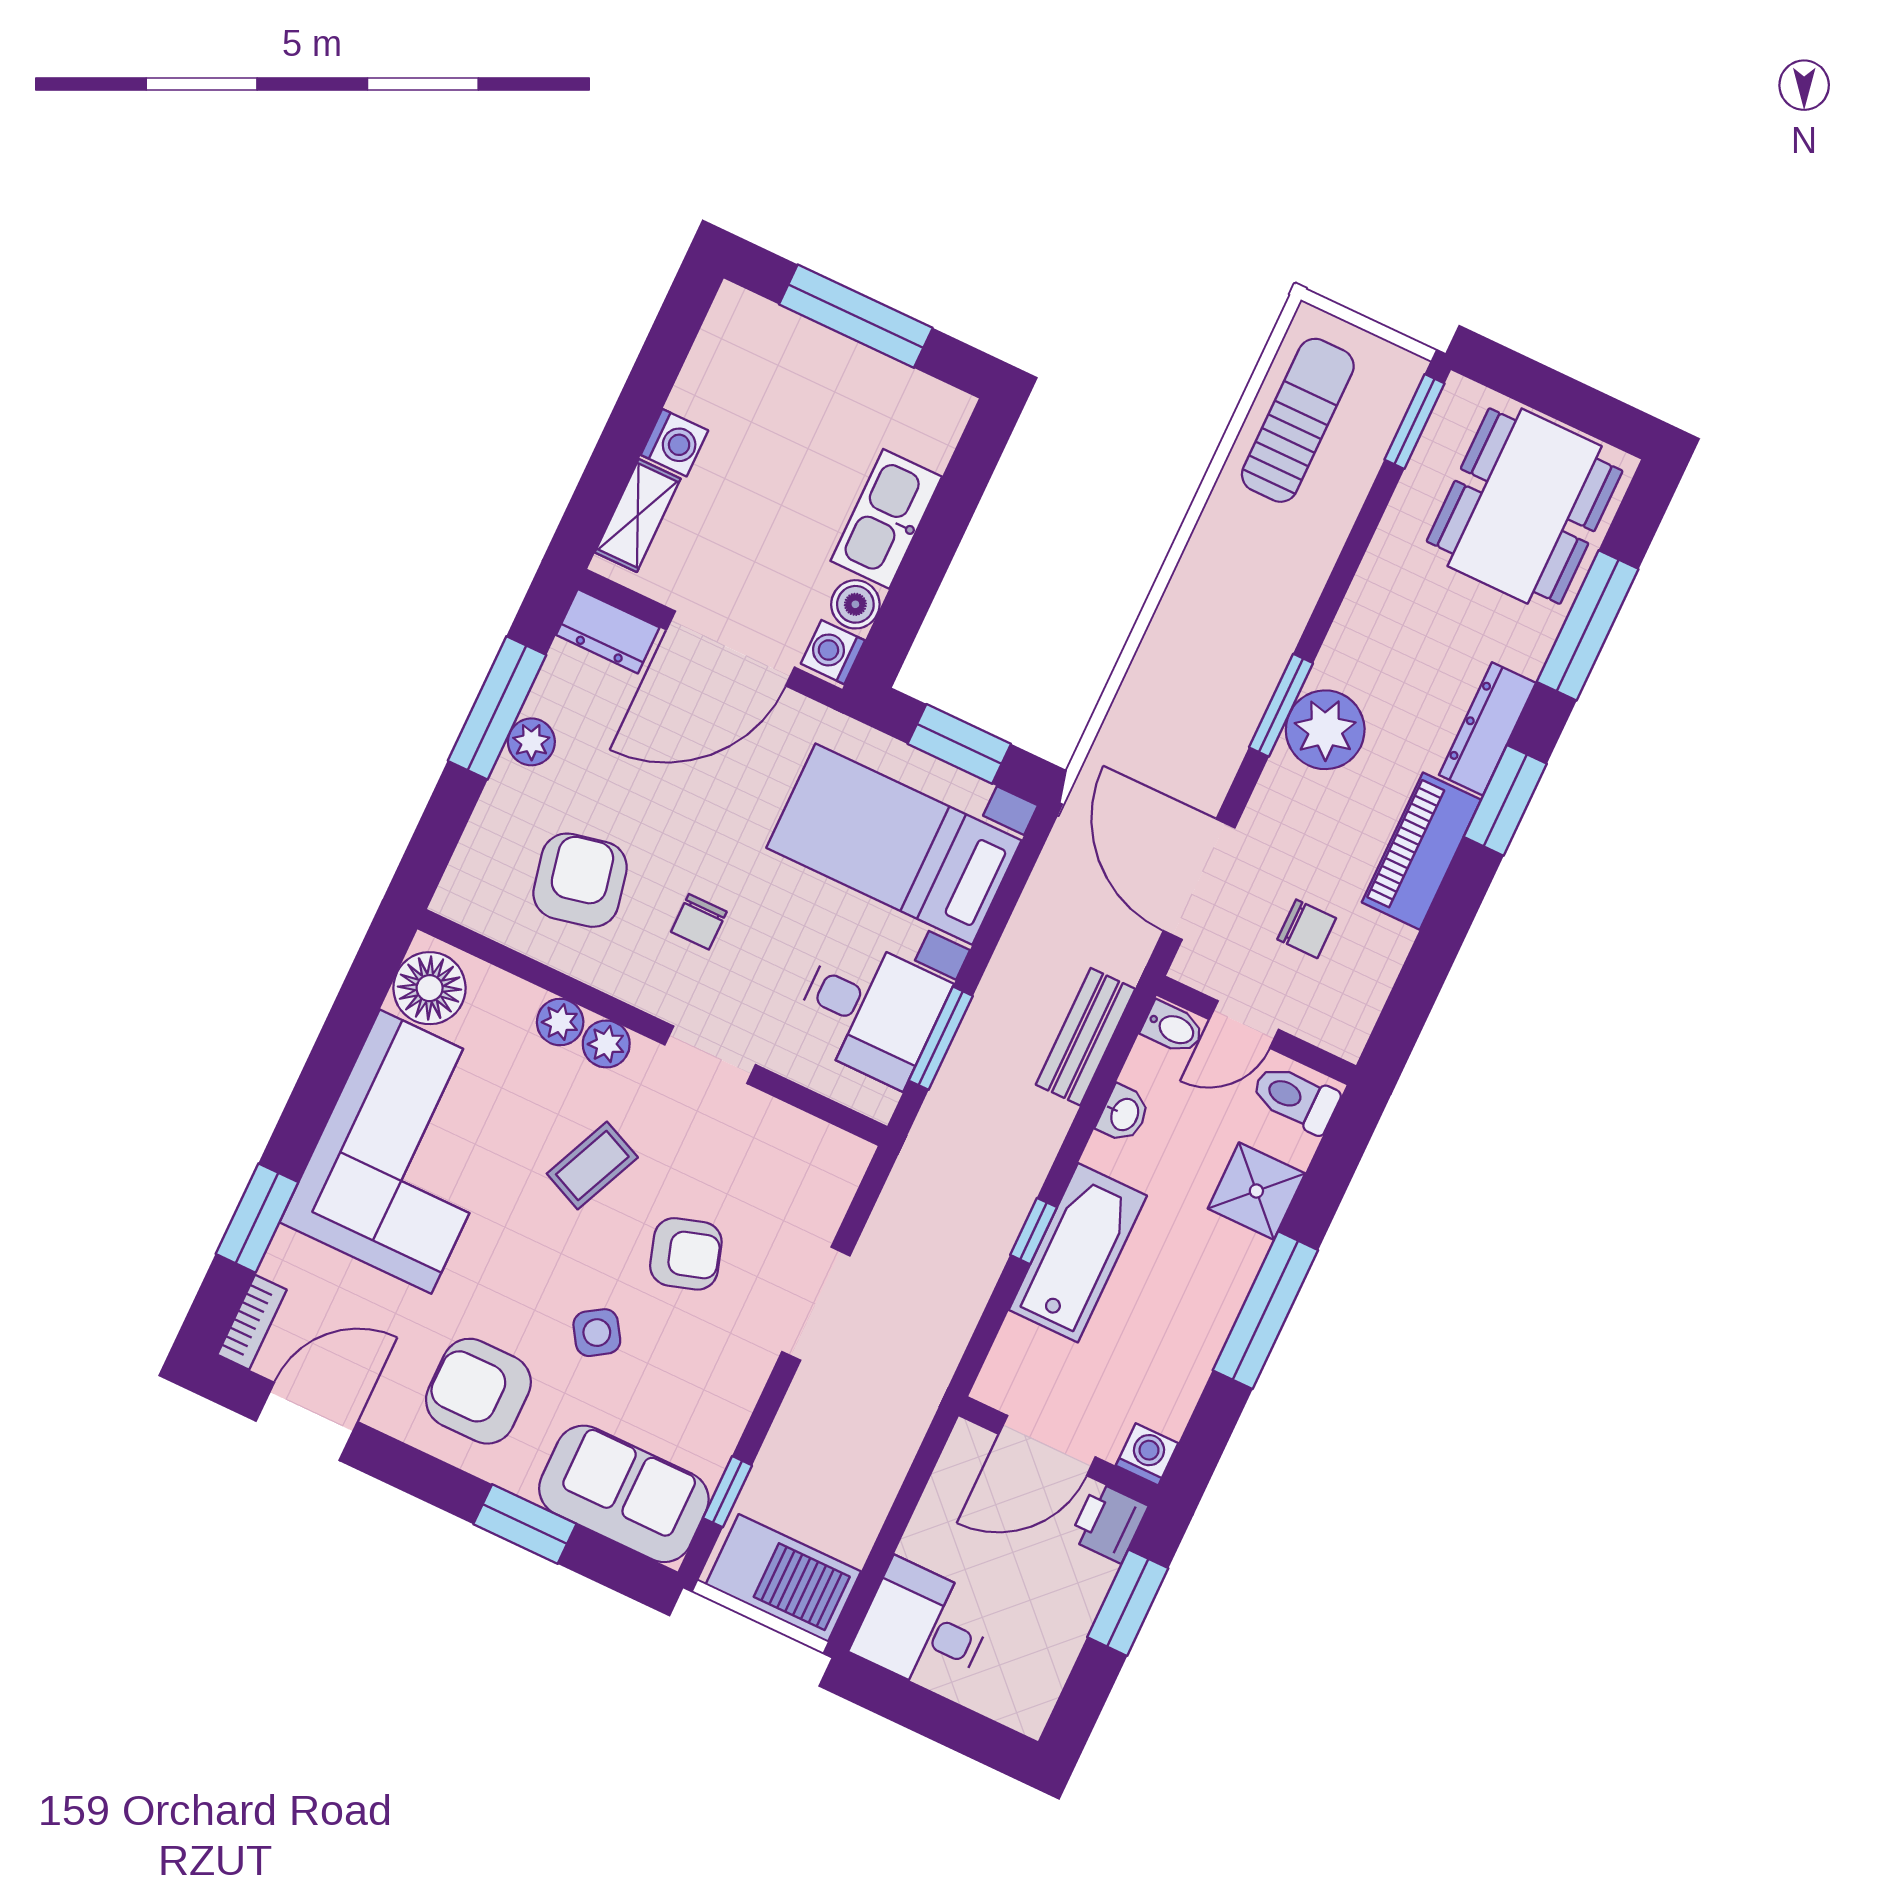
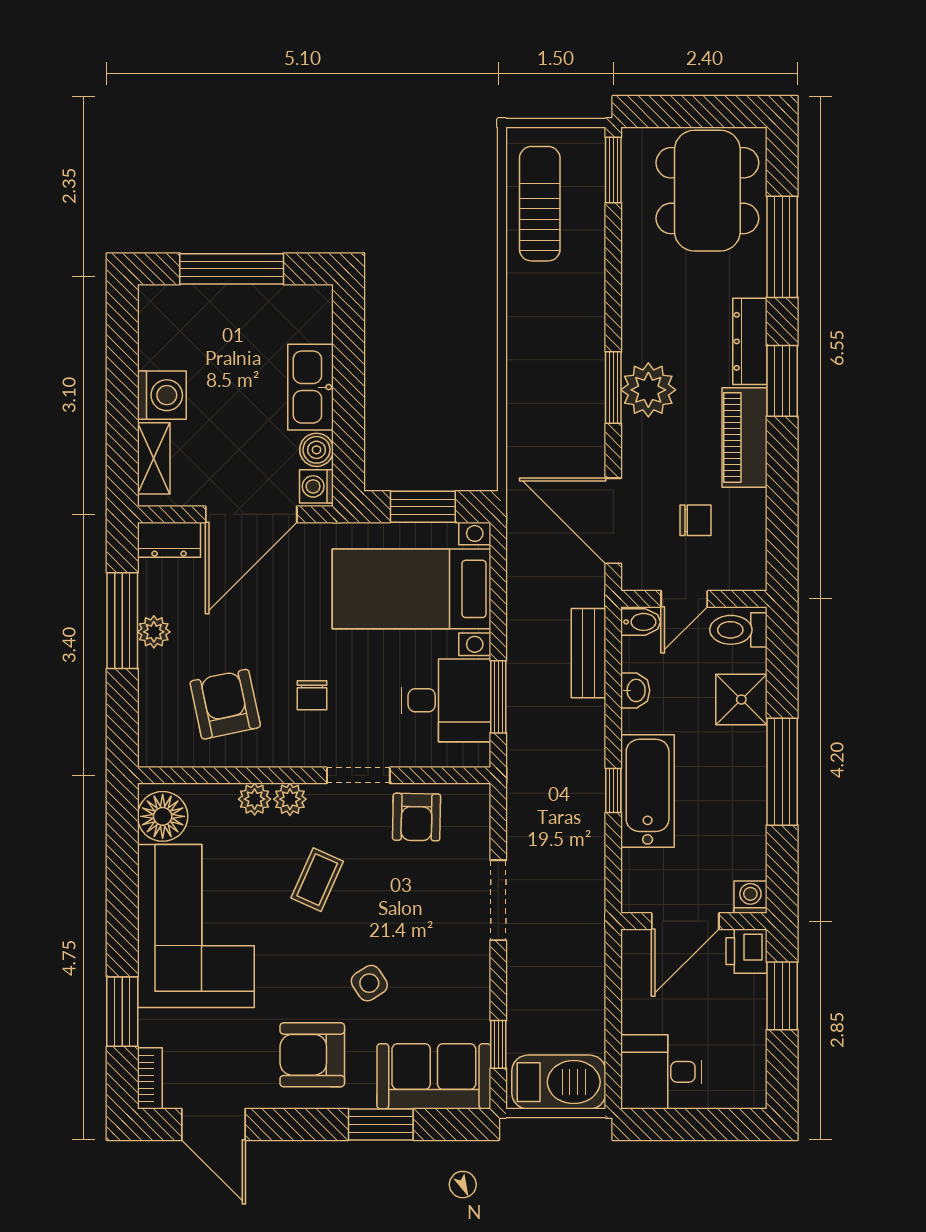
washing machine: (674, 443) -> (162, 395), width x1.38, depth x1.38
armchair: (686, 1254) -> (417, 817), moved, turned 108
door: (307, 1421) -> (213, 1124), swing flipped

